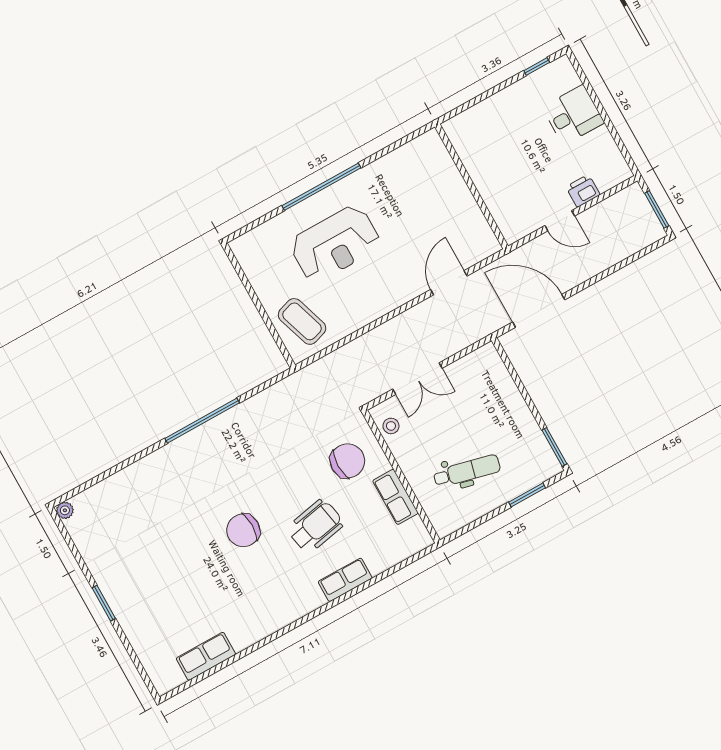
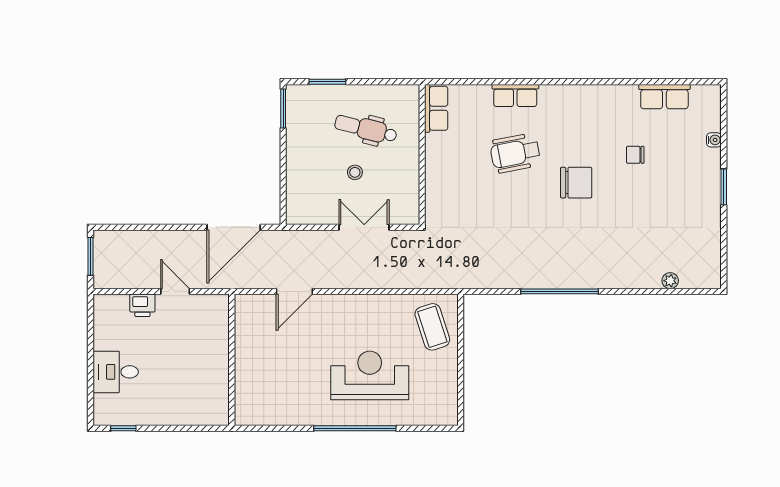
door: (539, 311) -> (234, 227), hinge flipped
stool: (391, 426) -> (355, 172), moved
chair: (347, 461) -> (635, 155), moved, width x0.54, depth x0.54
row of seats: (395, 497) -> (436, 108), moved
plant: (65, 510) -> (670, 281), moved
water cooler: (137, 642) -> (714, 140), added

